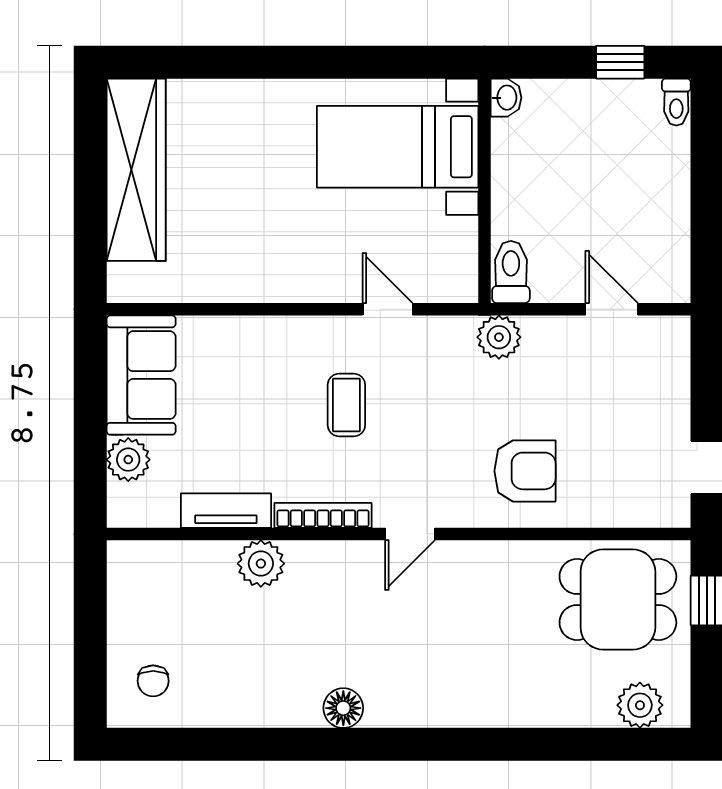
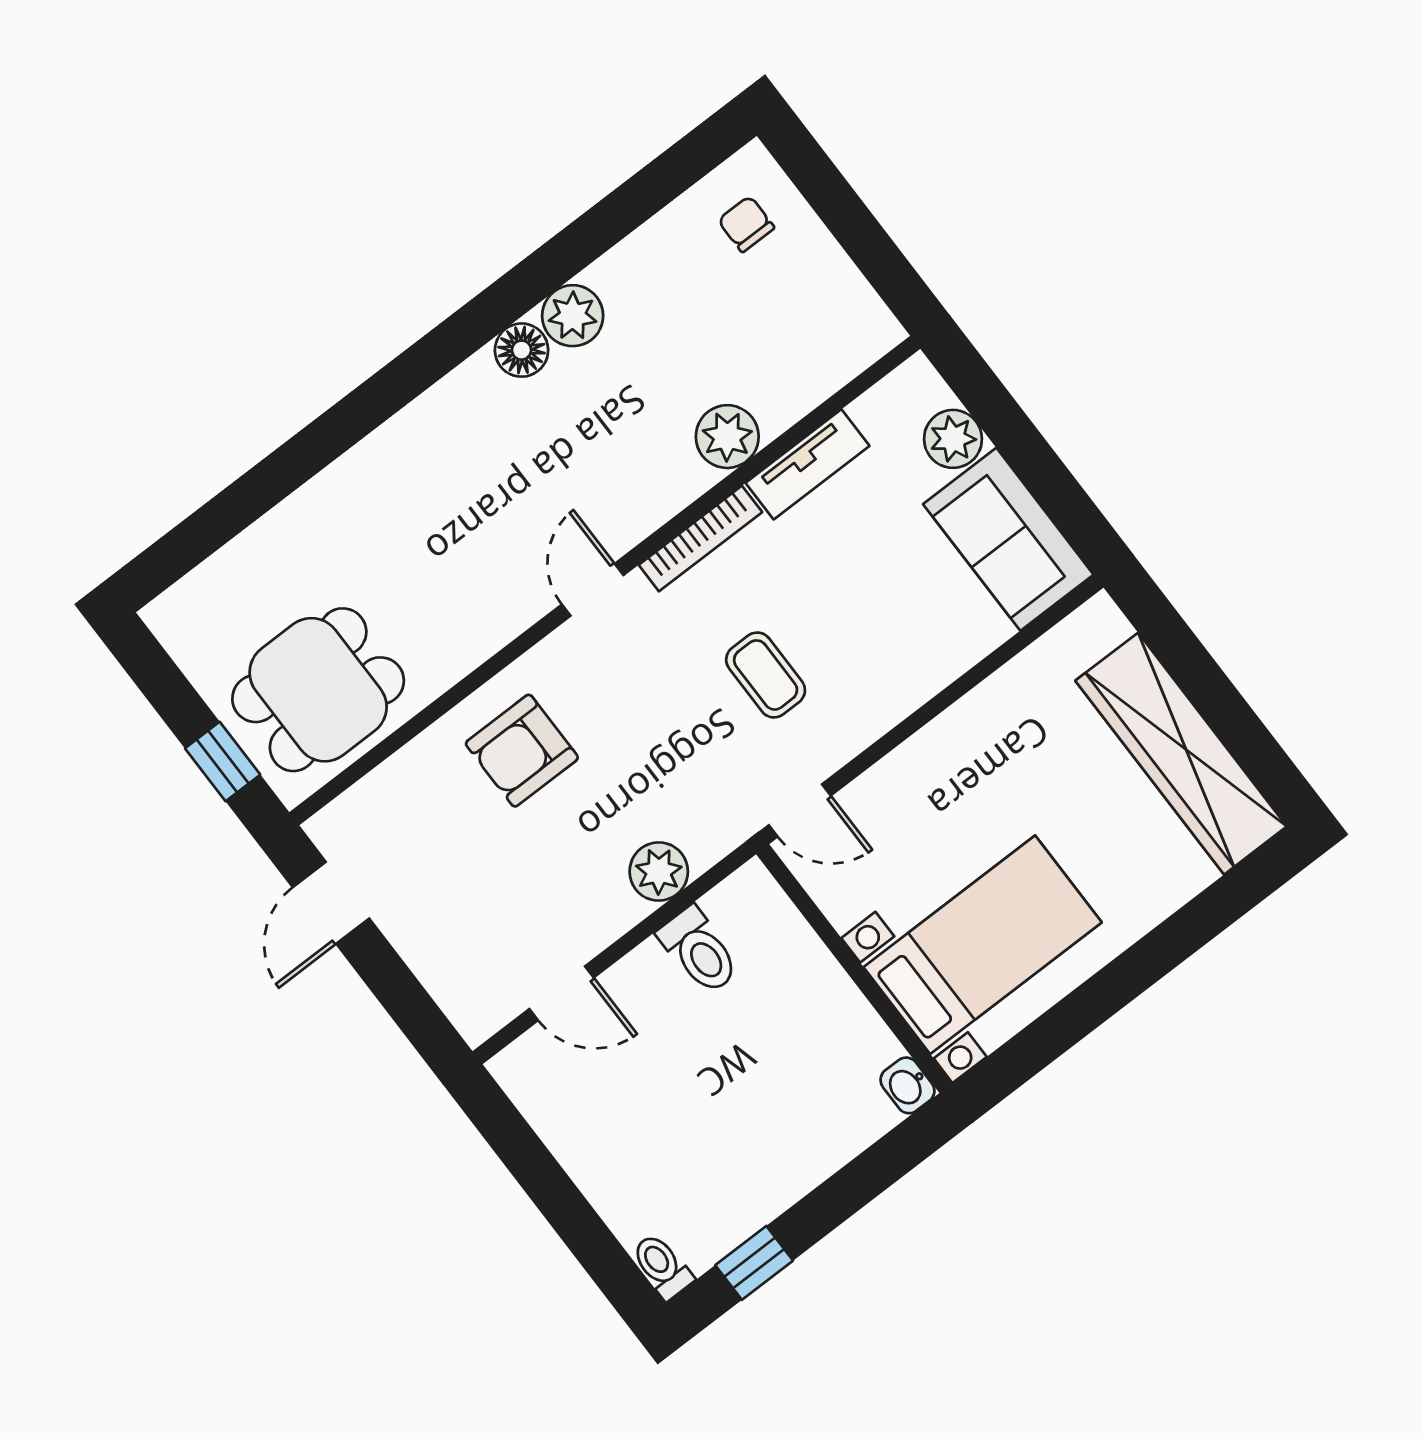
washbasin: (506, 98) -> (908, 1085), moved
bed with nightstands: (398, 147) -> (983, 945), moved
wall: (484, 191) -> (854, 969), moved
plant: (640, 705) -> (573, 316), moved

